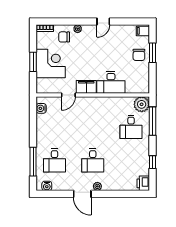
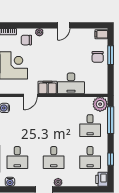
desk: (131, 160) -> (90, 158), added

